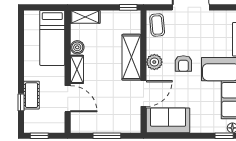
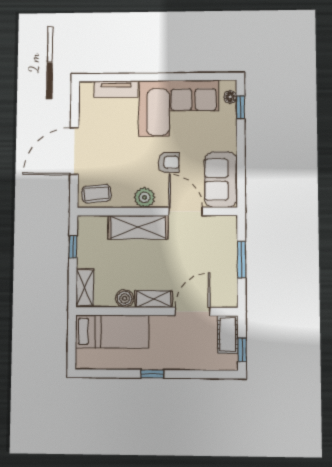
window: (128, 7) -> (73, 247), moved
armchair: (183, 64) -> (169, 162), moved
cot: (32, 95) -> (228, 335), moved, turned 90
window: (21, 102) -> (152, 374), moved

